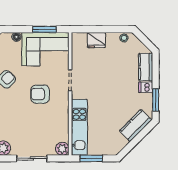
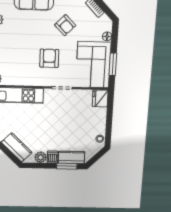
fridge: (96, 40) -> (100, 98), moved
plant: (146, 100) -> (41, 157), added
window: (156, 100) -> (67, 166), moved

